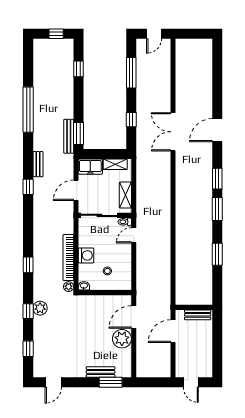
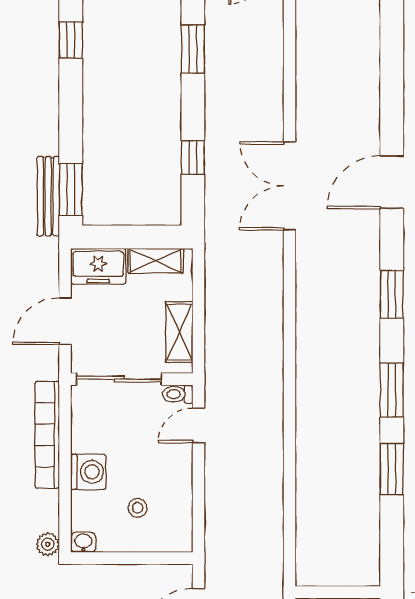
window: (131, 73) -> (193, 49), width x0.69
window: (217, 209) -> (392, 390), moved
bookcase: (68, 258) -> (47, 435), moved

